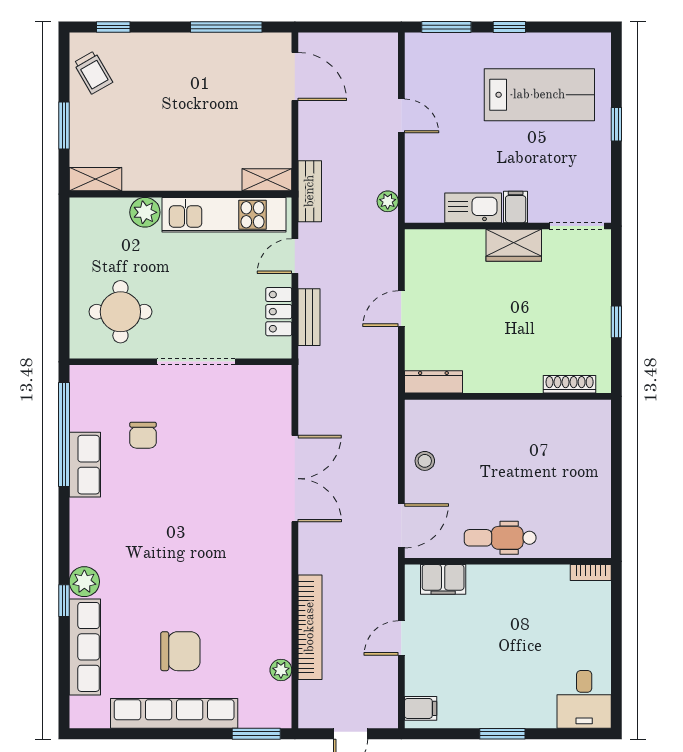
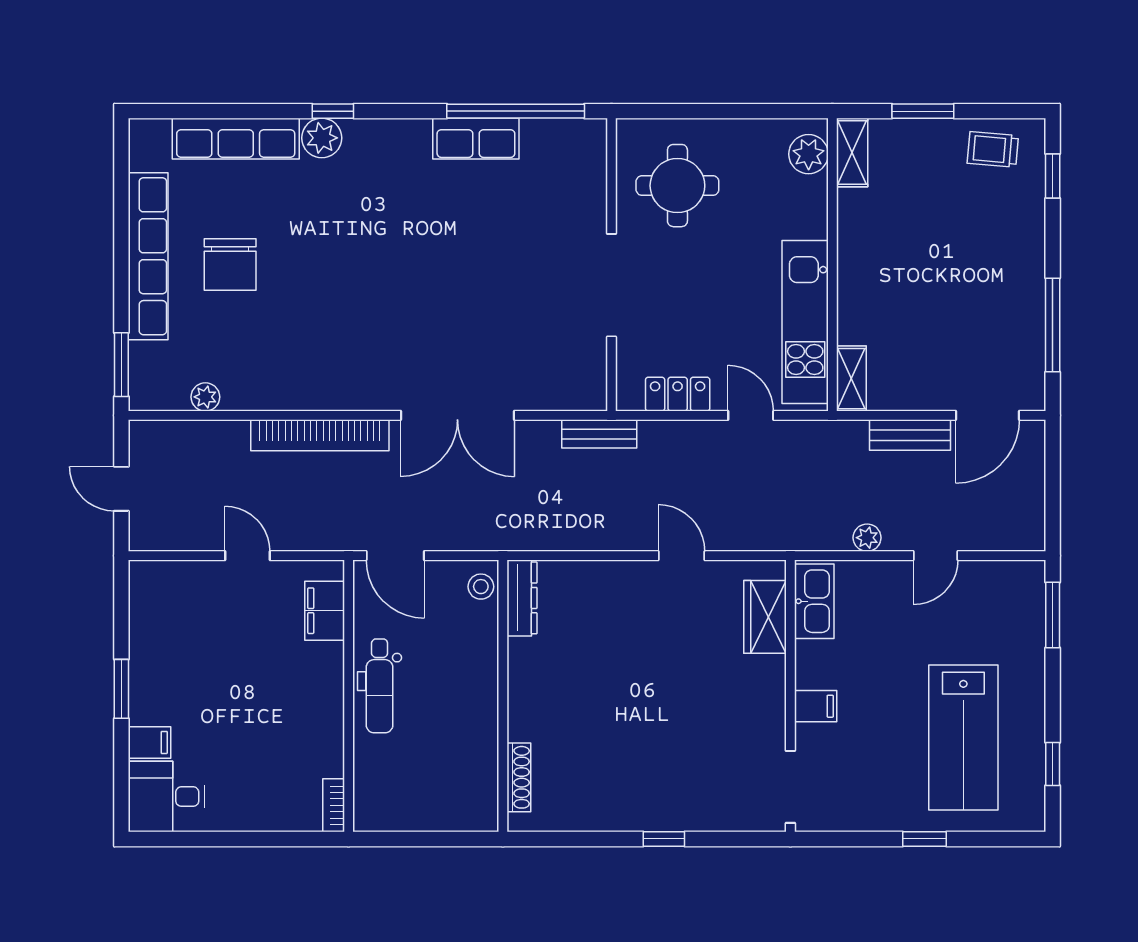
window: (509, 27) -> (1053, 764), moved
trolley: (93, 72) -> (993, 149), turned 35
bench: (310, 191) -> (910, 435), moved
plant: (388, 201) -> (867, 538), moved
kitchen sink: (473, 208) -> (814, 601), moved
plant: (145, 212) -> (809, 154), moved
wardrobe: (514, 245) -> (765, 617), moved
bench: (309, 317) -> (599, 434), moved
dresser: (433, 382) -> (522, 598), moved
shoe rack: (570, 384) -> (519, 777), moved
wall: (508, 396) -> (503, 696), moved
chair: (143, 435) -> (515, 215), removed
dental chair: (500, 538) -> (380, 686), turned 180
window: (64, 601) -> (333, 111), moved
bookcase: (310, 627) -> (320, 435), moved
filing cabinet: (421, 708) -> (149, 742), moved, turned -90

